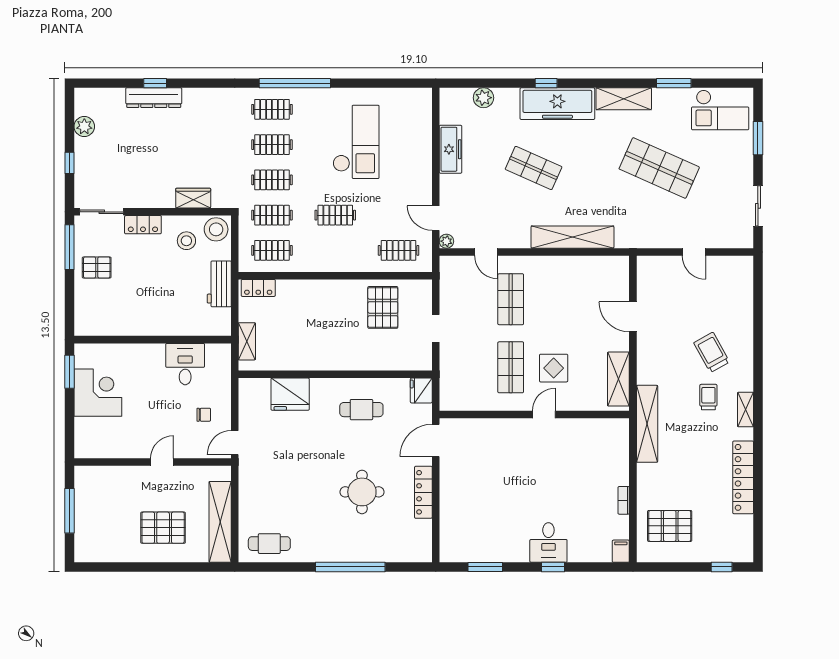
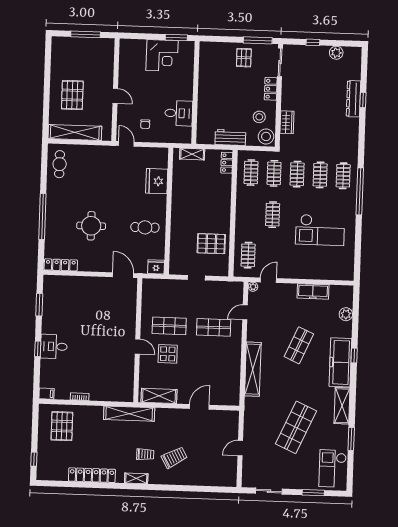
cafe table: (361, 410) -> (145, 227), turned 90
locker: (423, 492) -> (61, 265), moved

